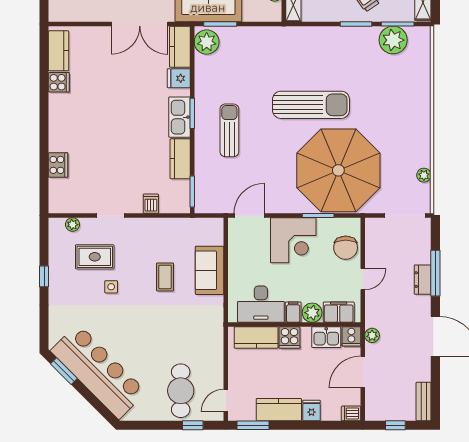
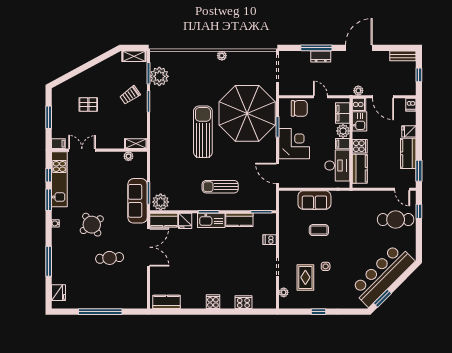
cooker: (59, 82) -> (213, 302), moved
plant: (424, 175) -> (222, 56), moved

